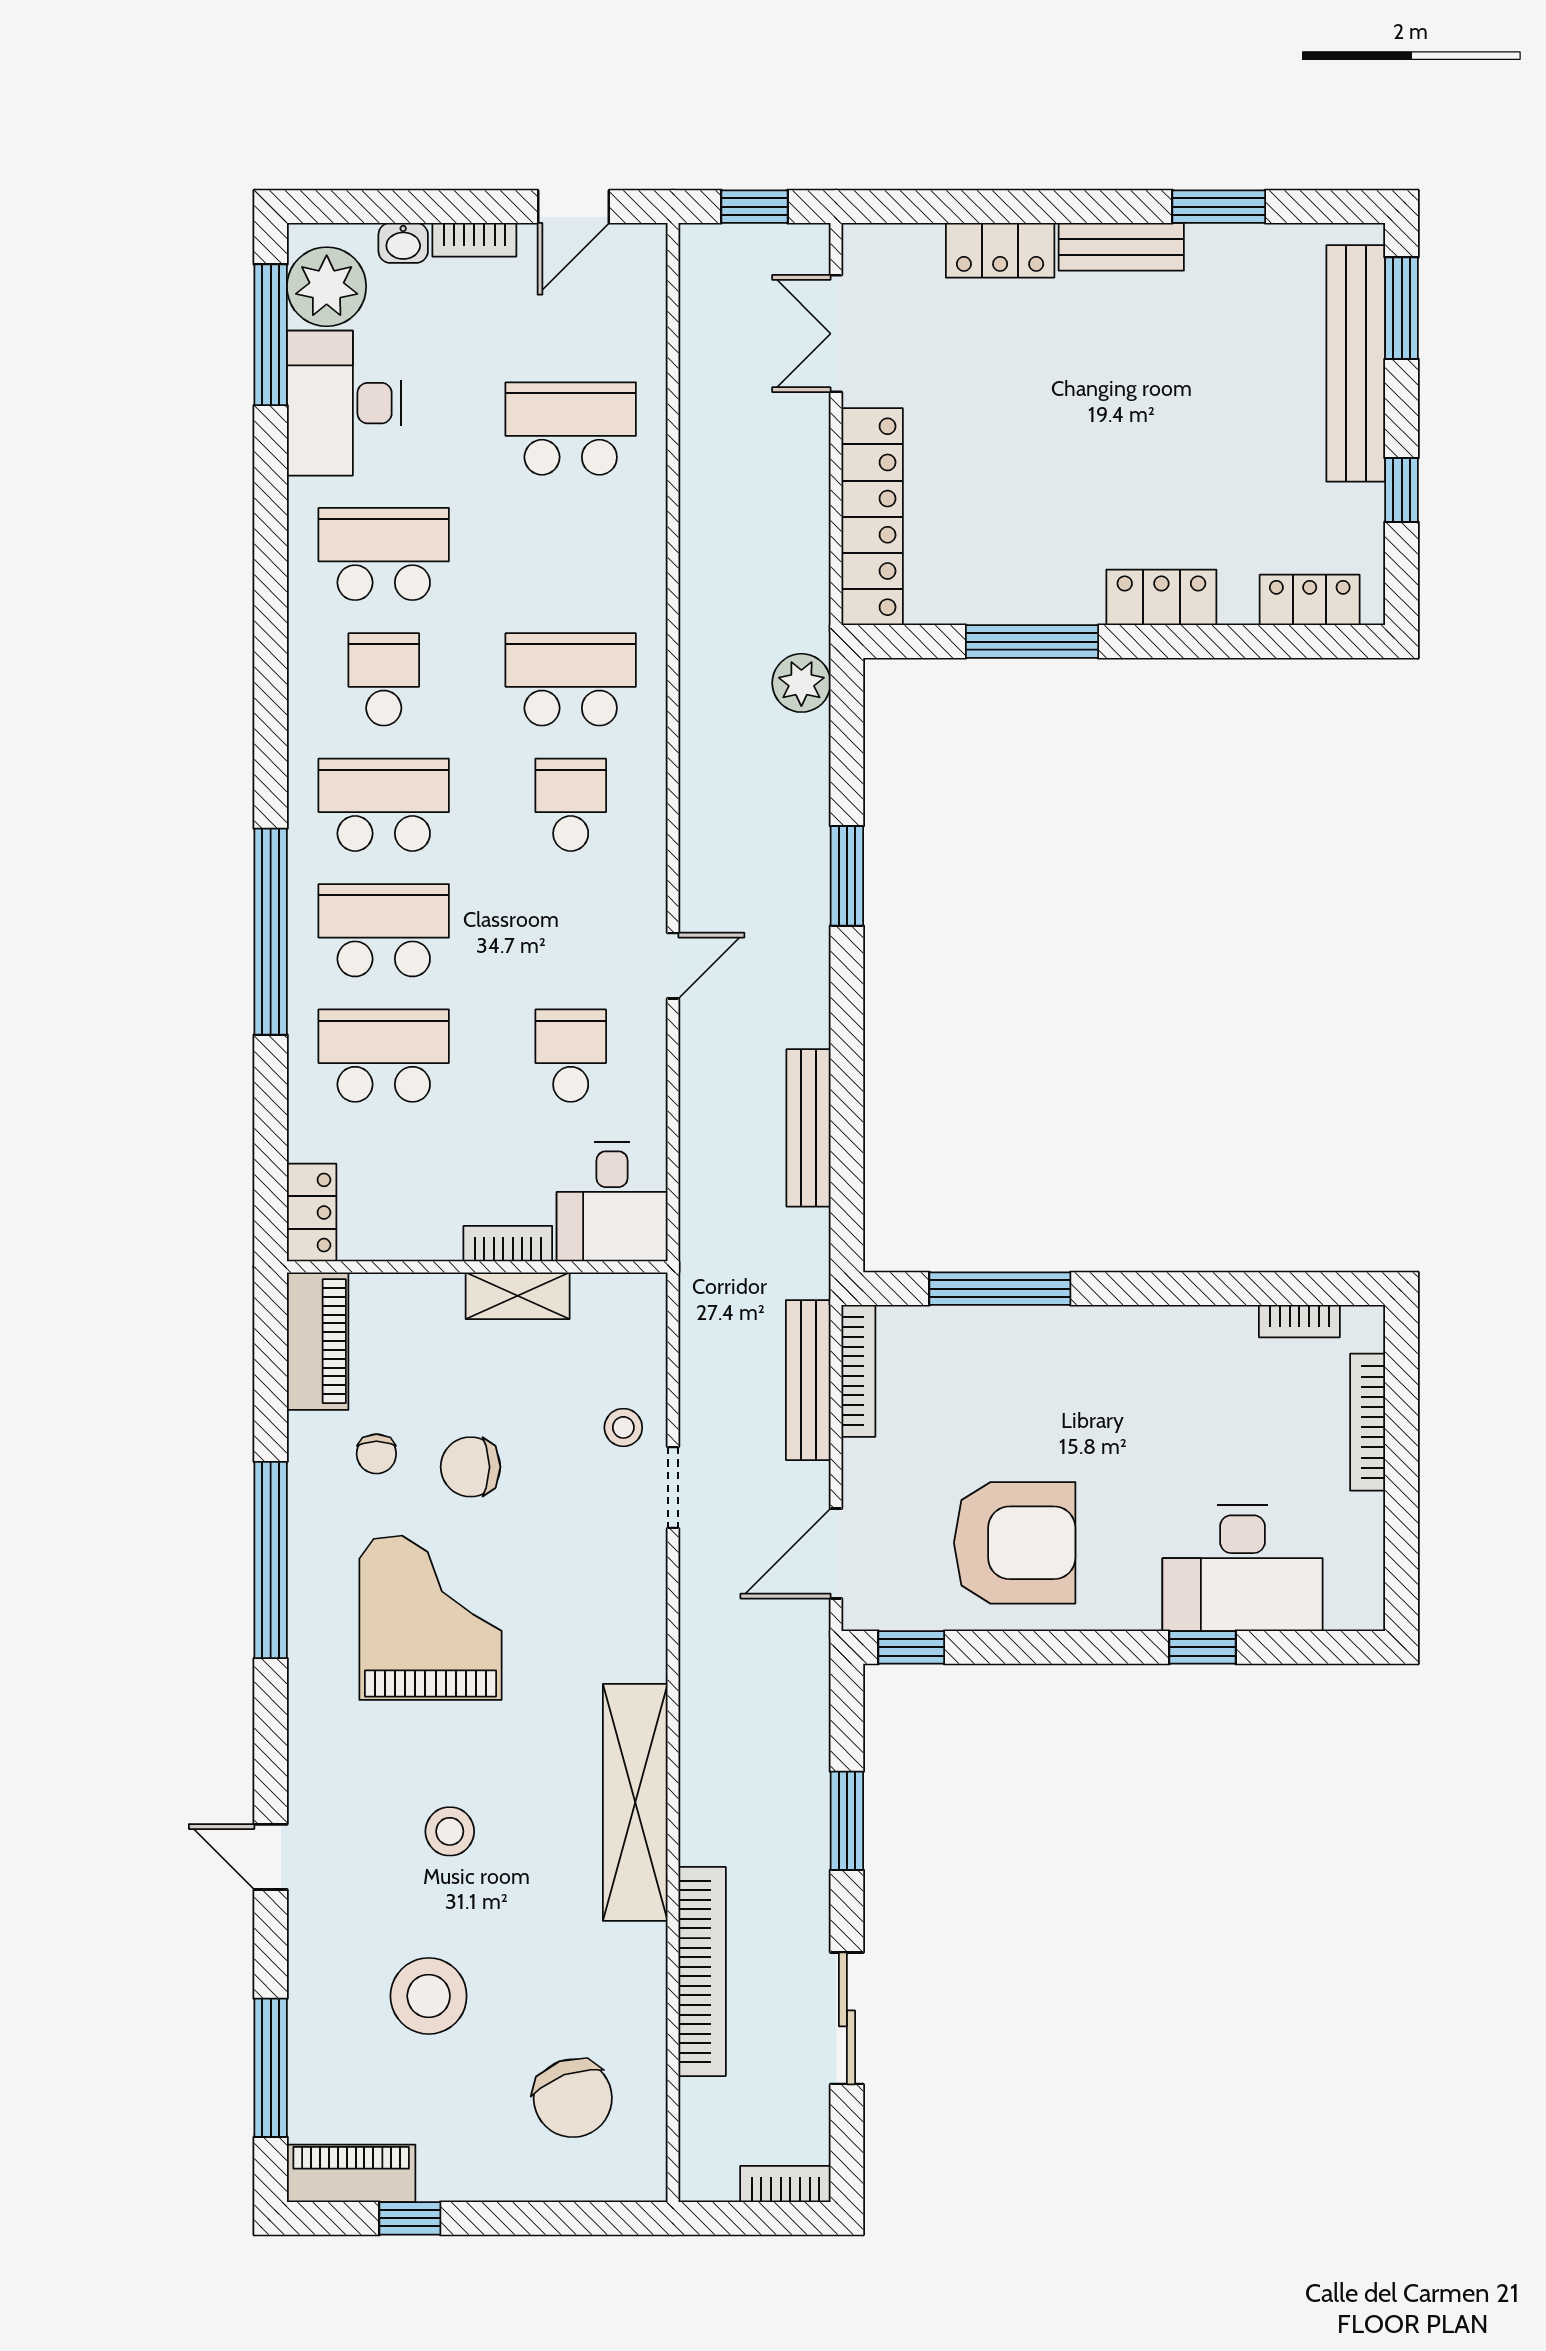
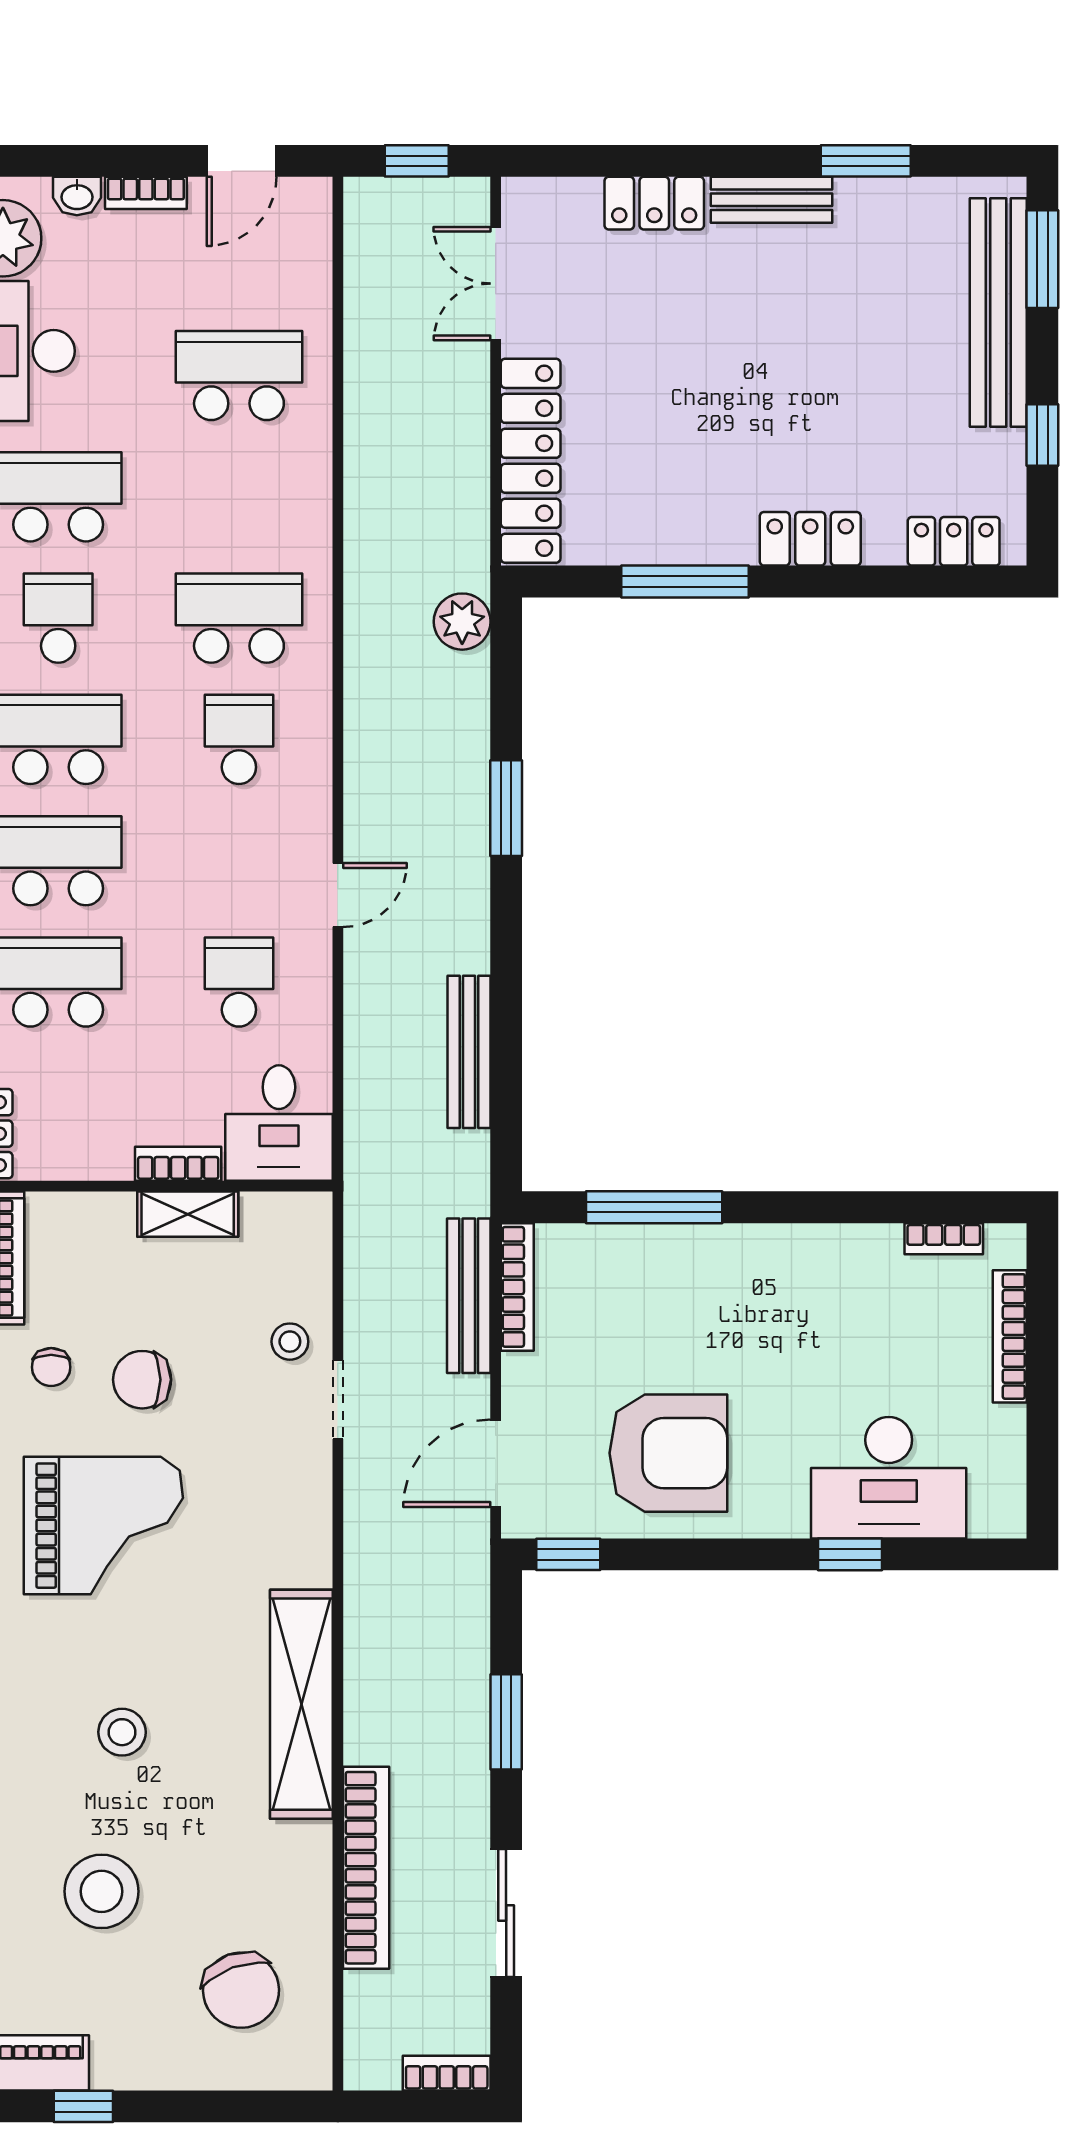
grand piano: (431, 1618) -> (103, 1526), turned 90

